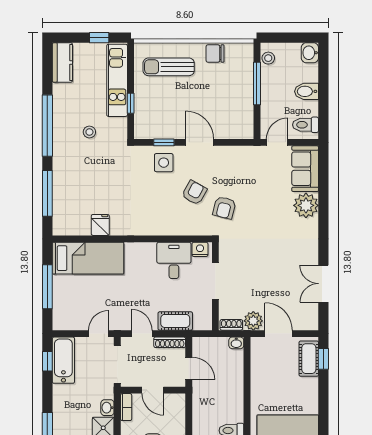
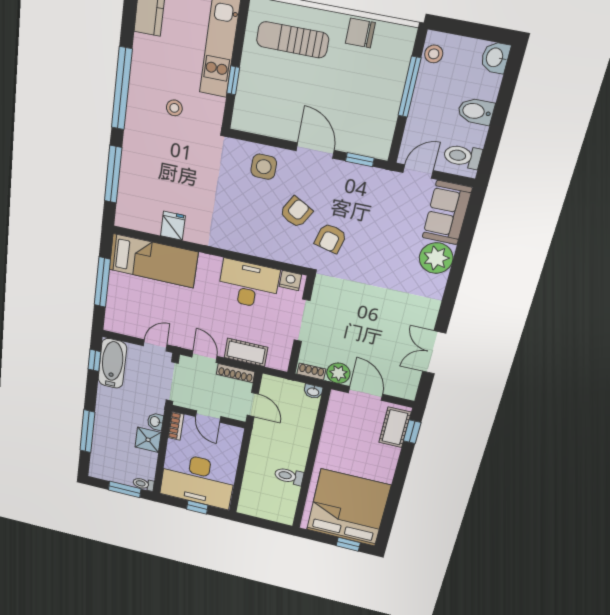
window: (164, 142) -> (360, 160), moved
desk: (174, 260) -> (249, 284), width x1.37

